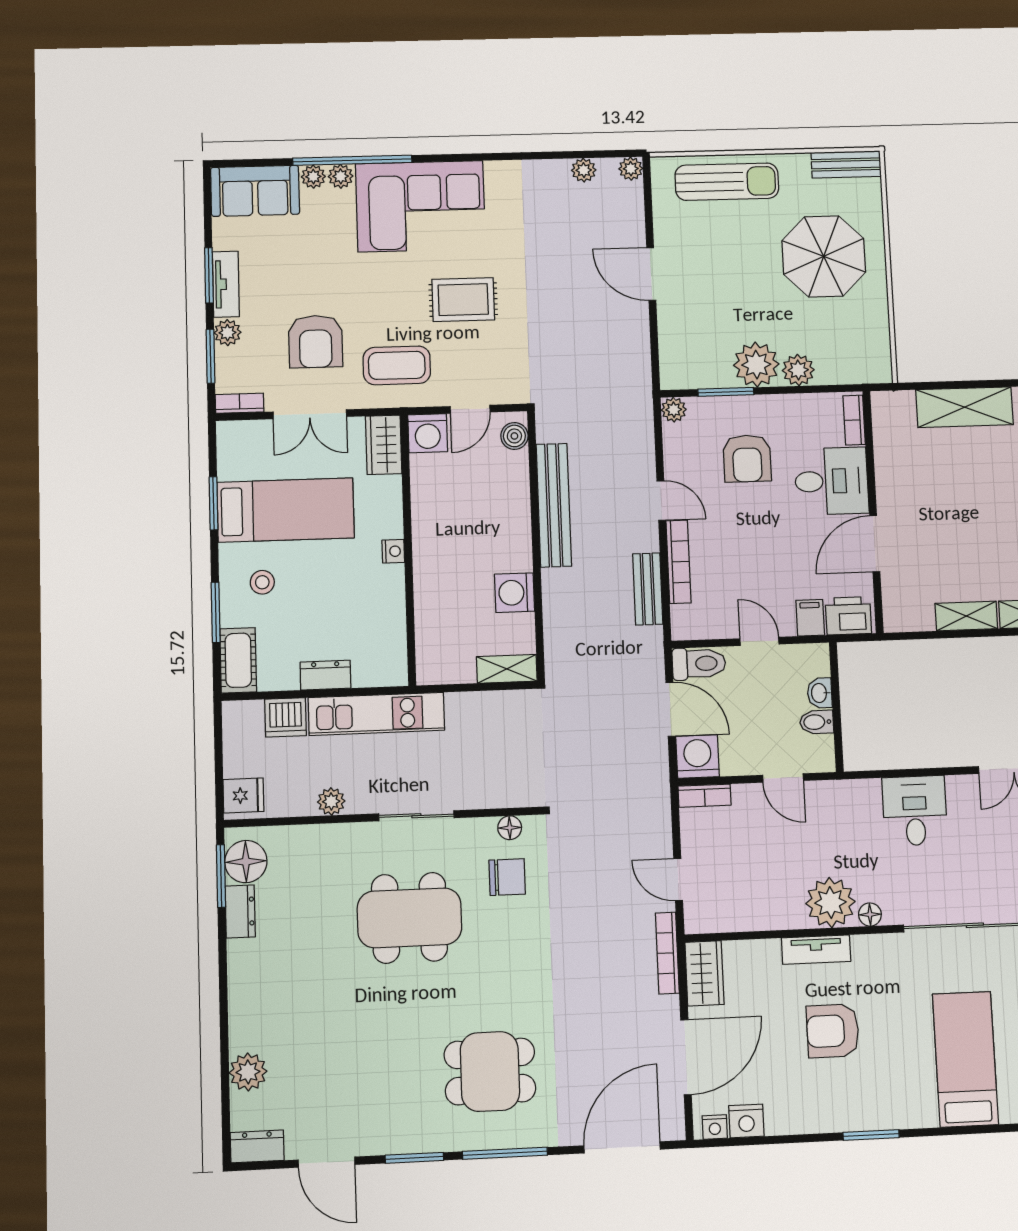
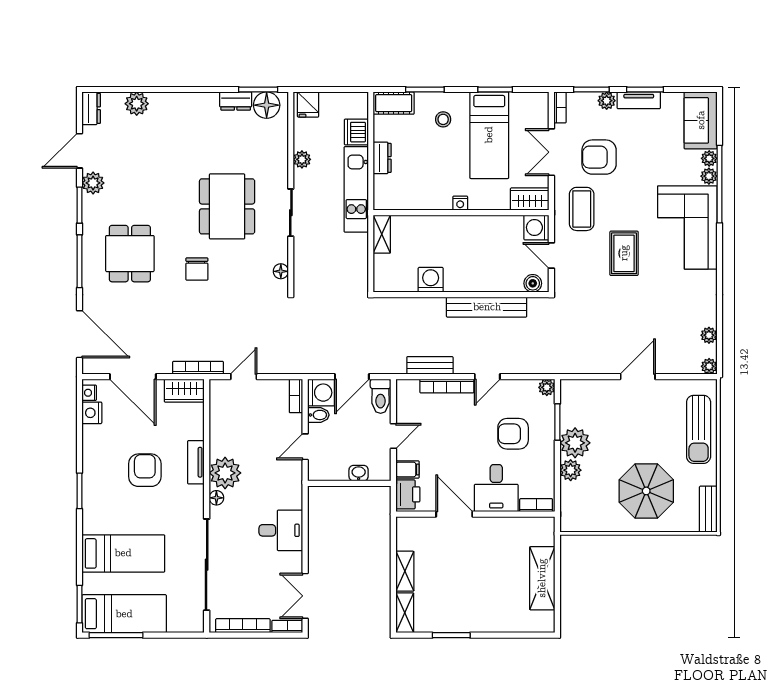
shelving: (507, 669) -> (382, 234), moved
bidet: (817, 722) -> (318, 415), moved, turned 90
chair: (507, 877) -> (197, 269), moved
plant: (378, 1137) -> (93, 183), added

